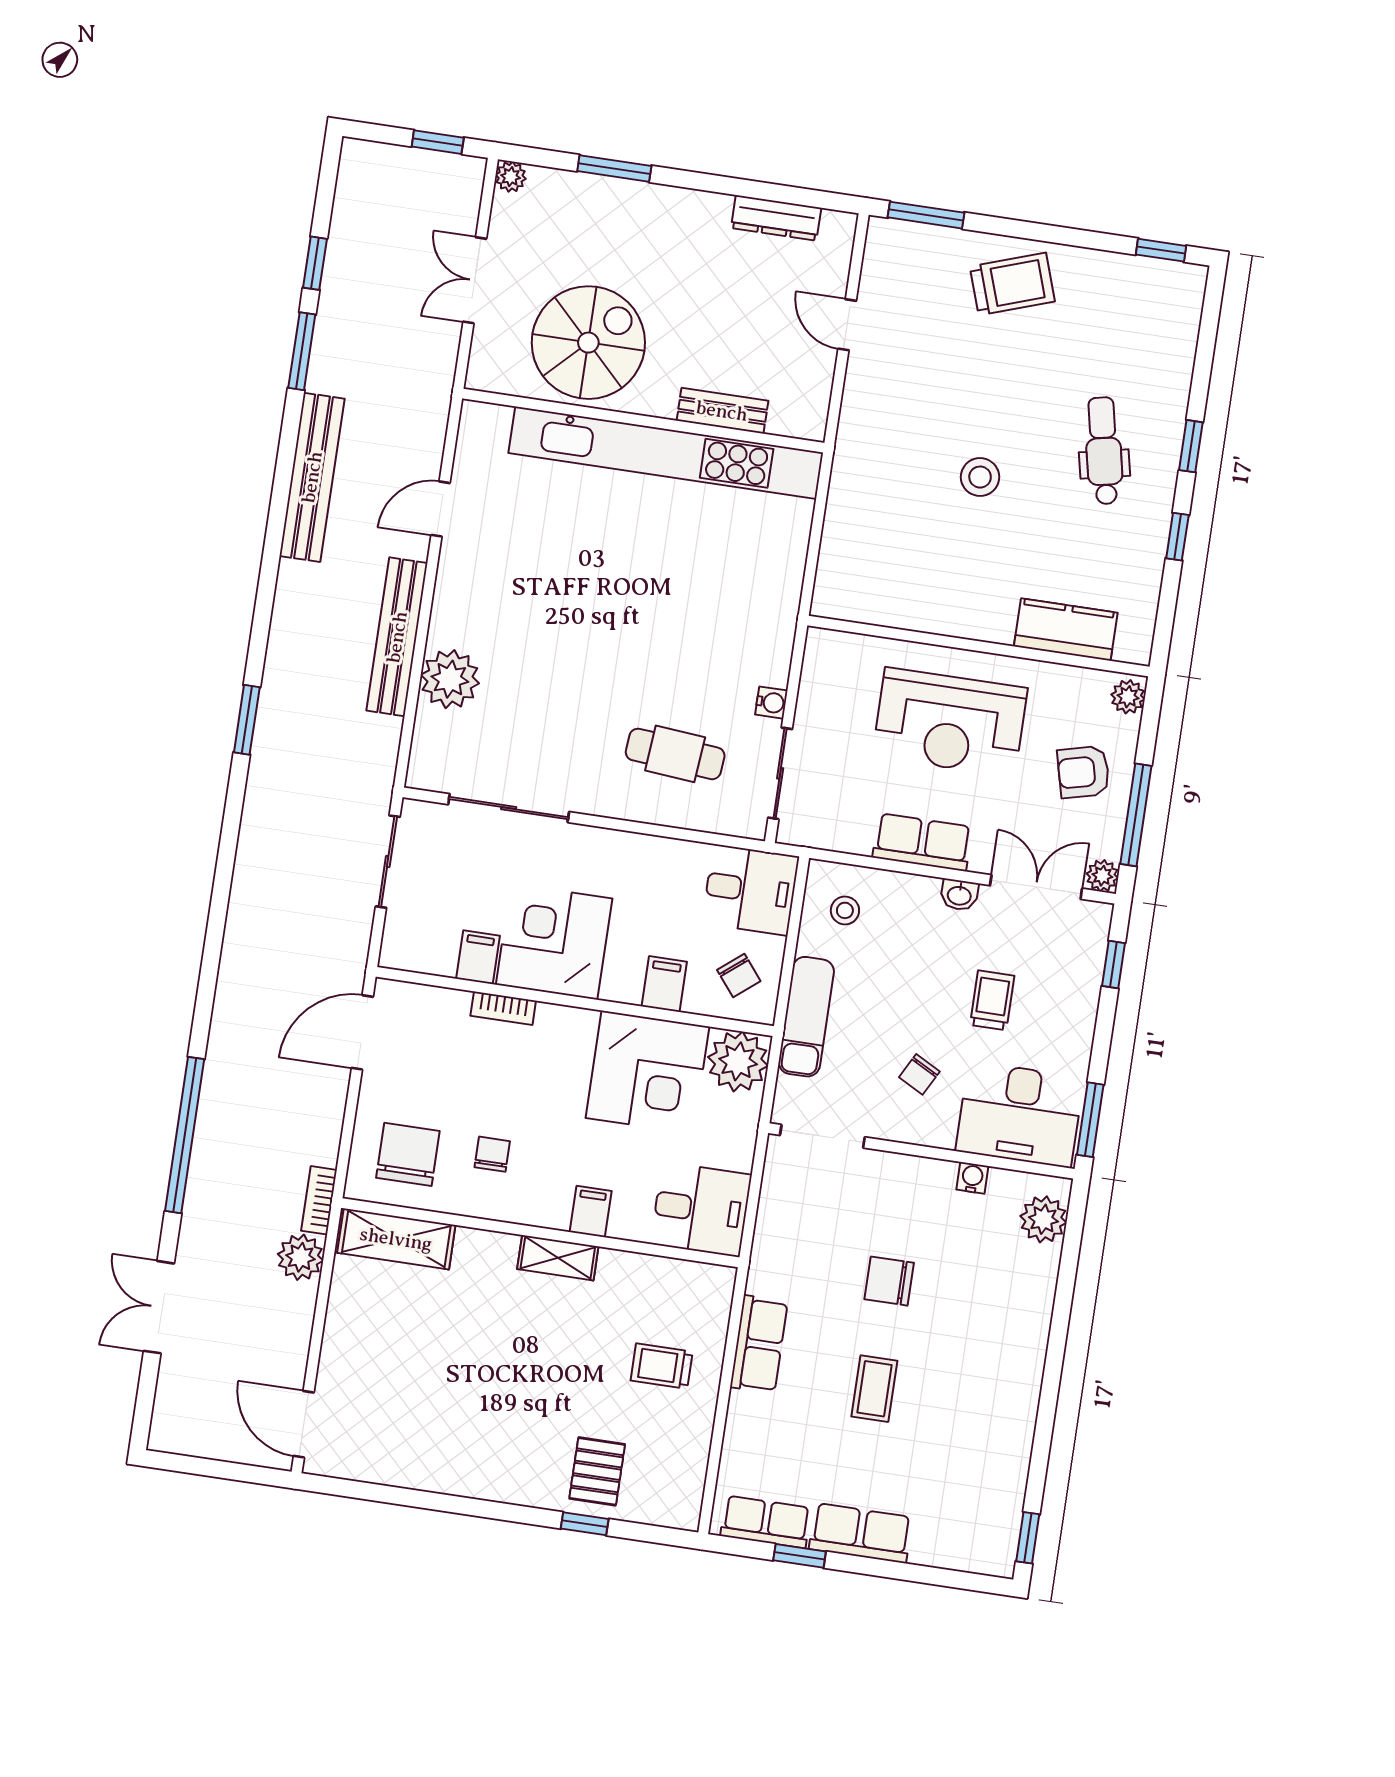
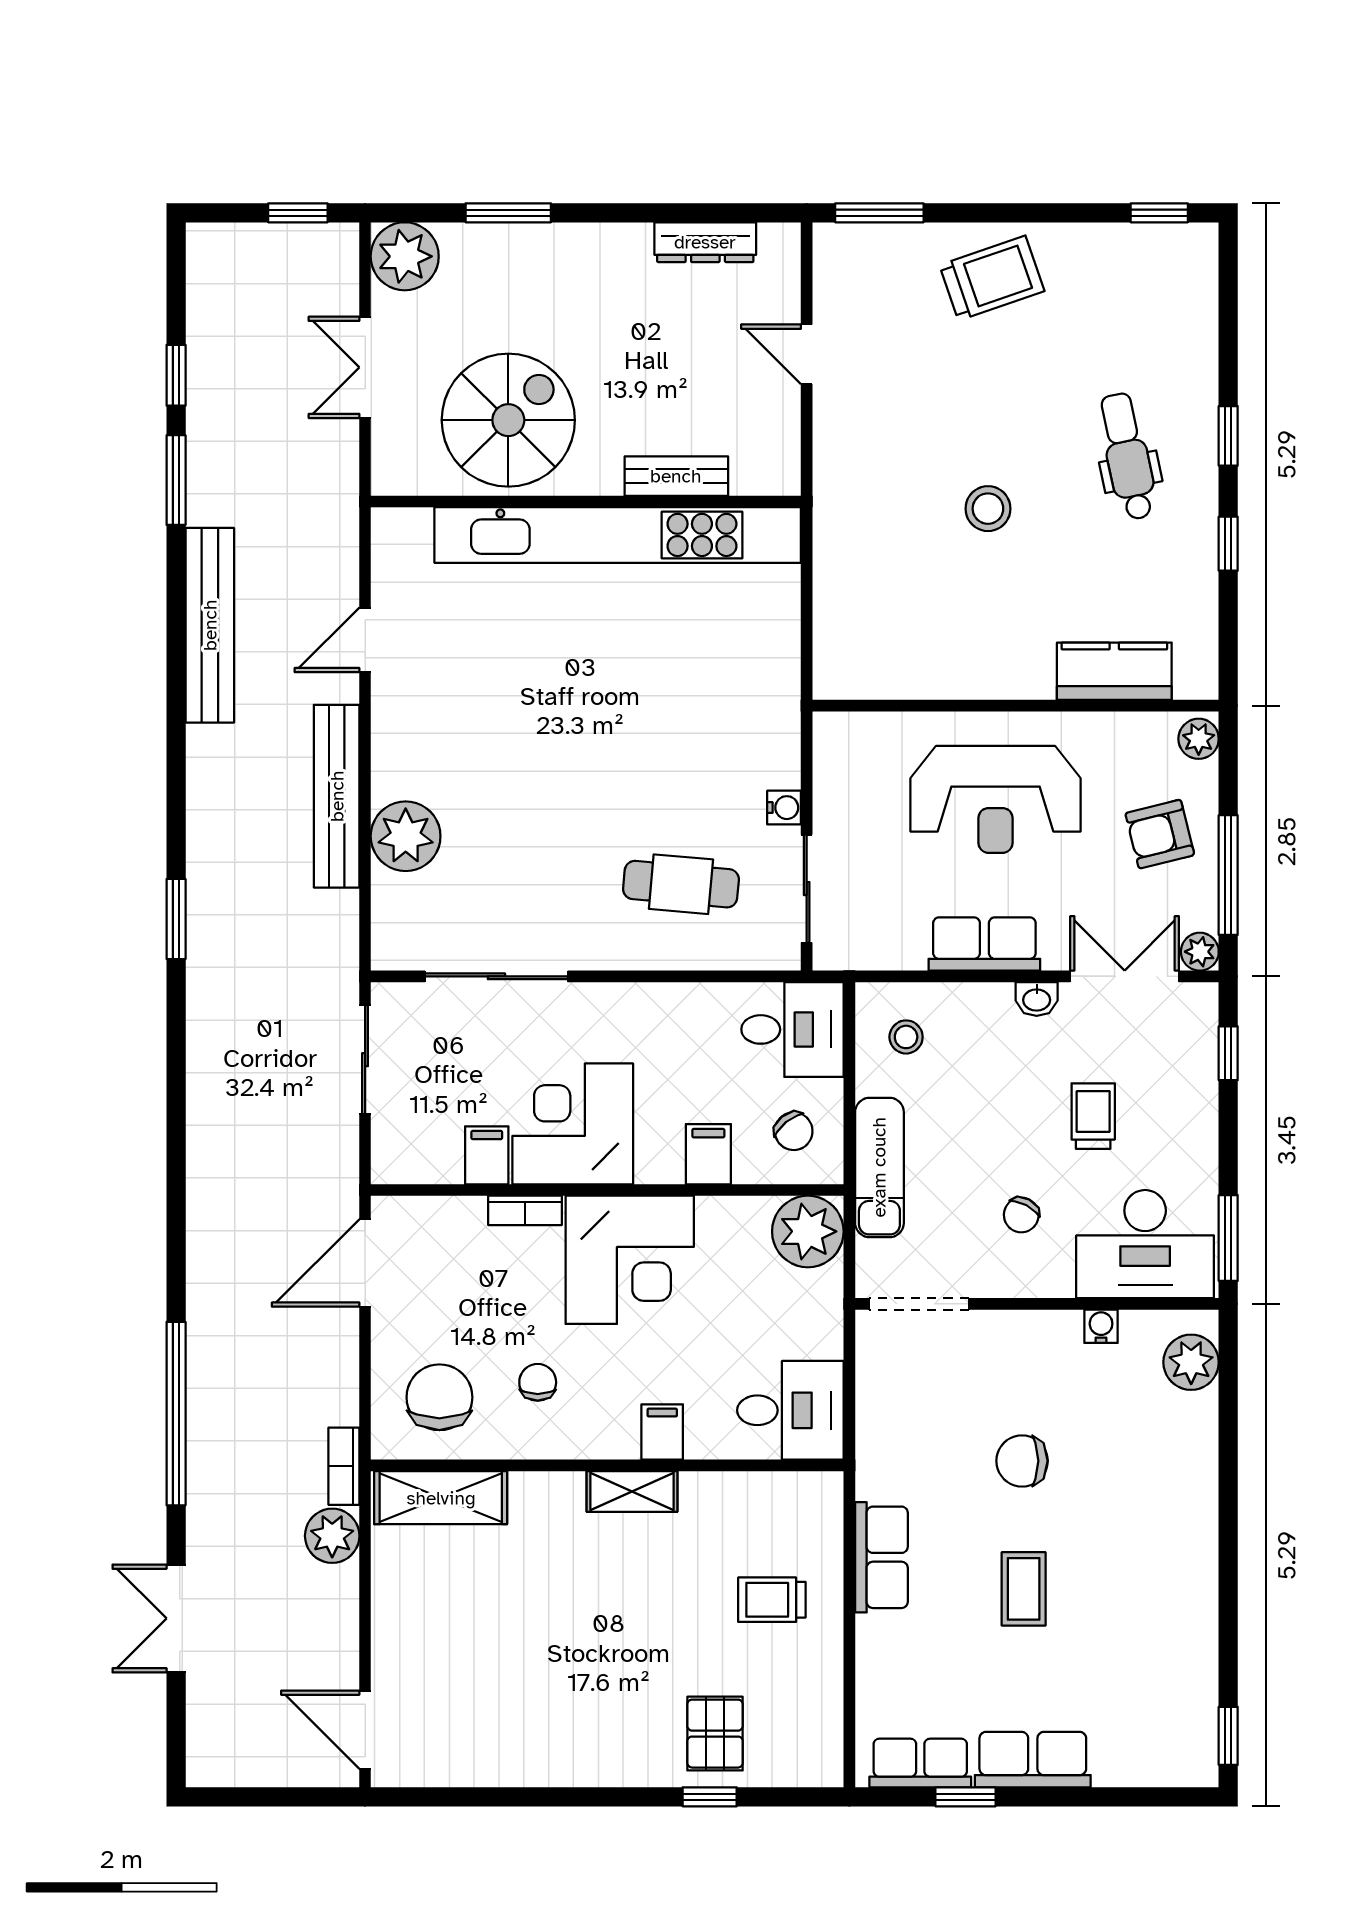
plant: (511, 177) -> (405, 256), width x1.87, depth x1.87
corner desk: (647, 1072) -> (630, 1260), moved

